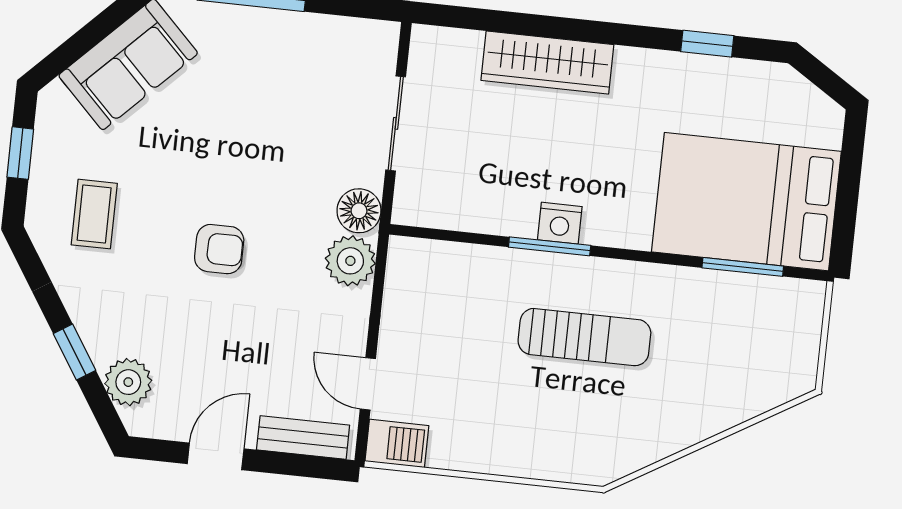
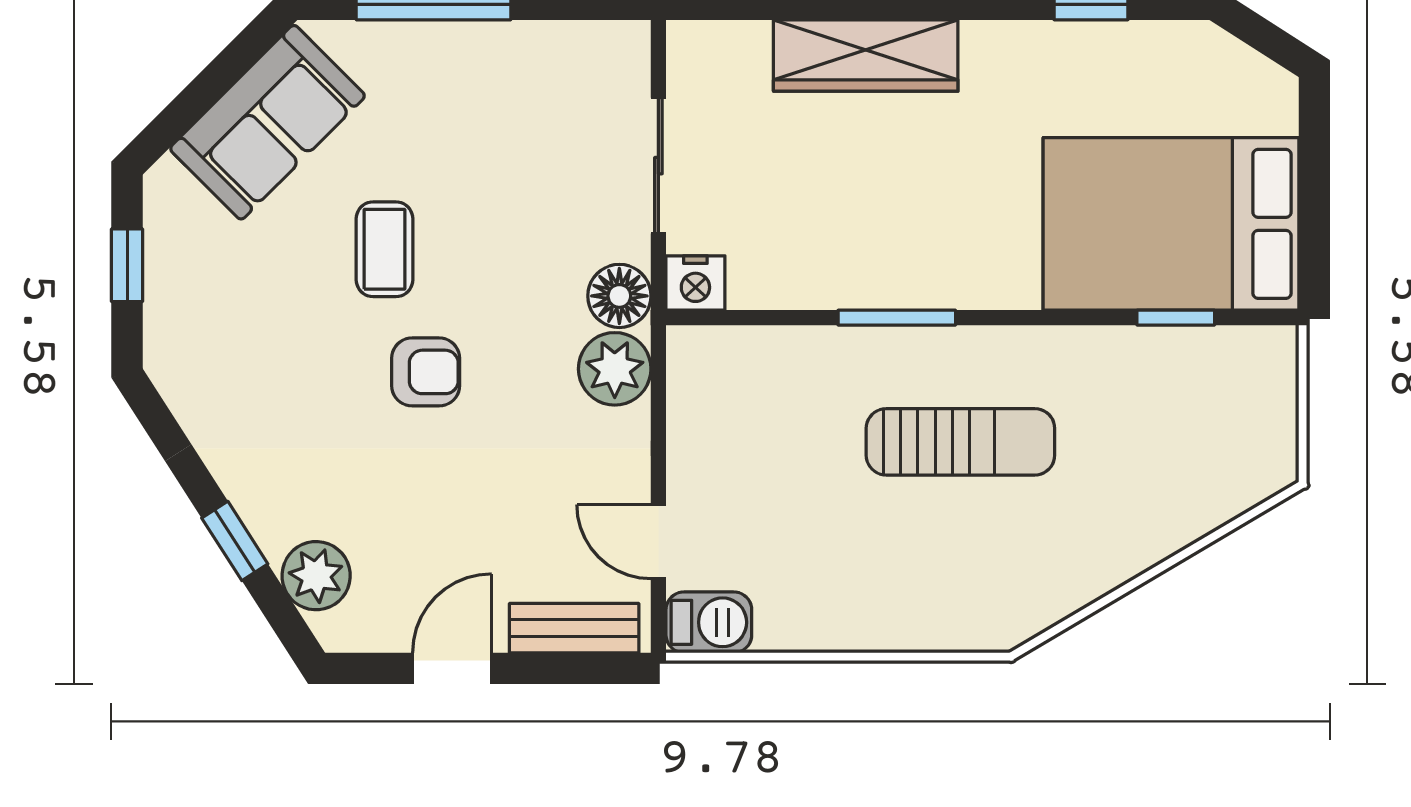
coffee table: (94, 214) -> (384, 249), moved
nightstand: (560, 223) -> (695, 283), moved
window: (743, 267) -> (1176, 318), width x0.67

